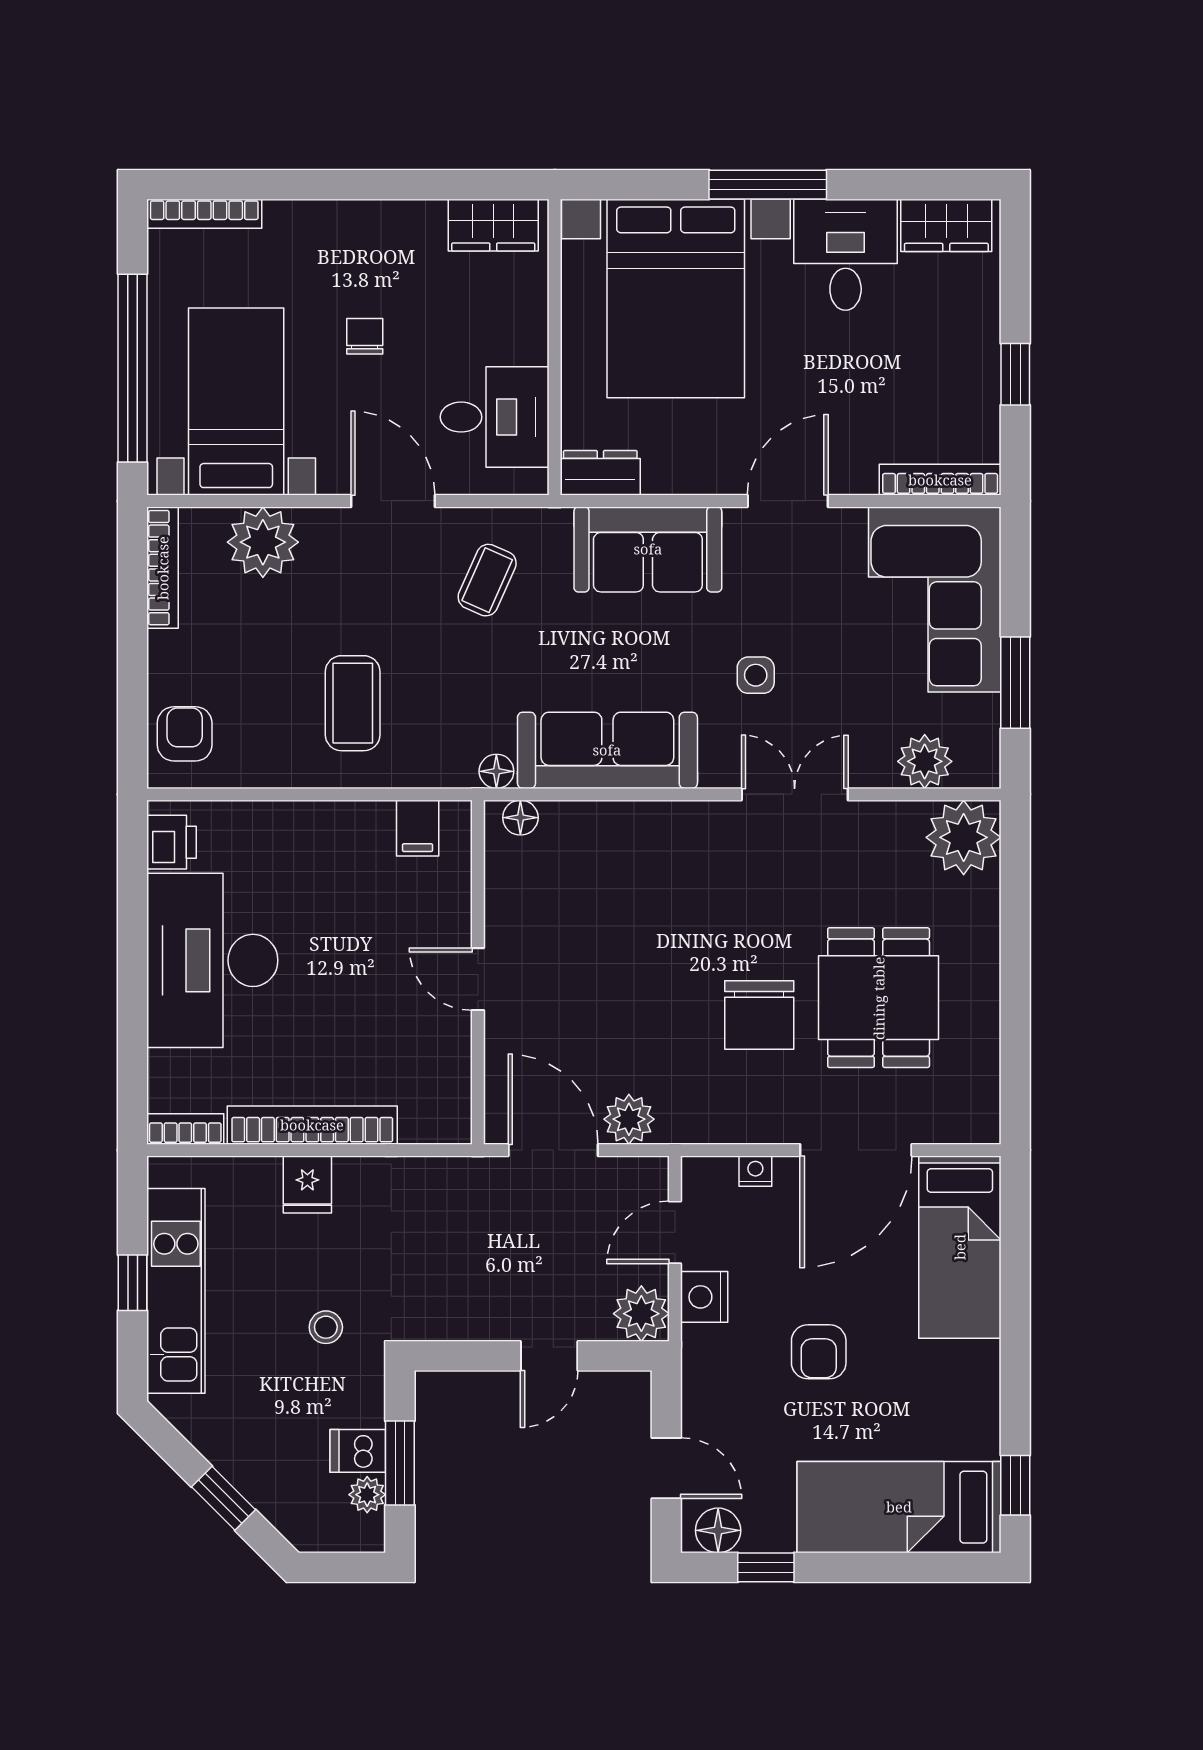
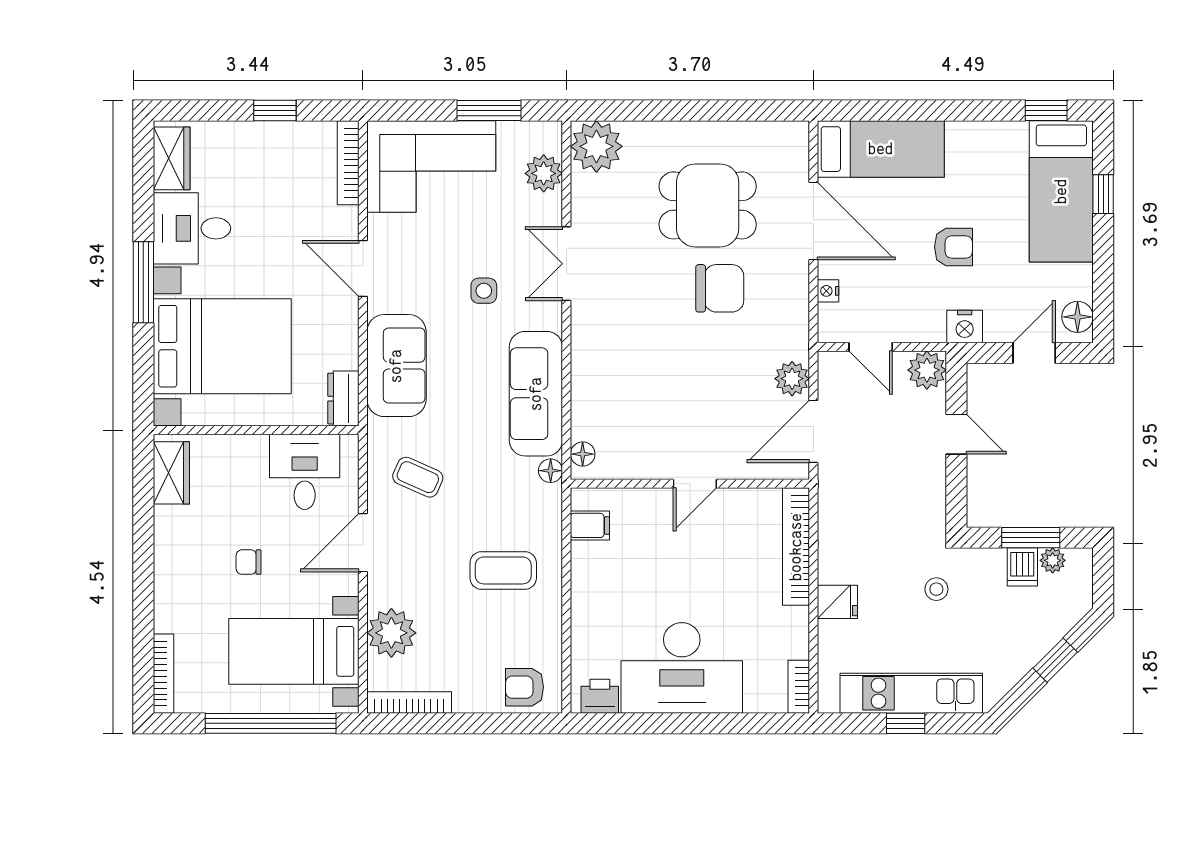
bookcase: (312, 1125) -> (796, 547), moved
nightstand: (704, 1297) -> (965, 327), moved
window: (766, 1567) -> (1103, 194), moved

